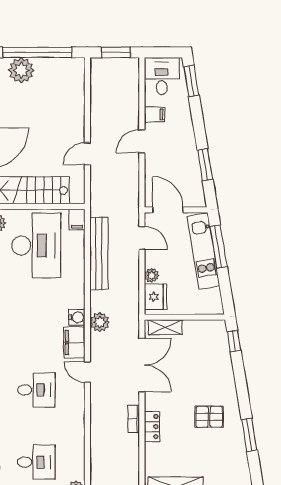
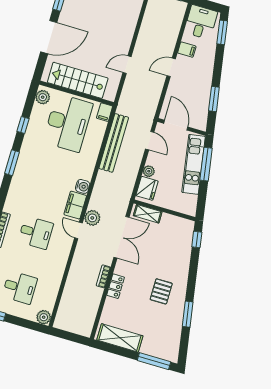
plant: (100, 322) -> (92, 218), moved
pallet: (209, 417) -> (161, 291), turned 90

